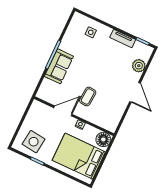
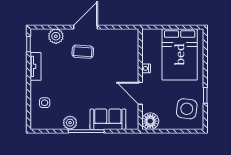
plant: (66, 45) -> (70, 123), added
sofa: (59, 66) -> (108, 119), moved
coffee table: (88, 97) -> (83, 52), moved
floor lamp: (103, 139) -> (150, 121), moved

